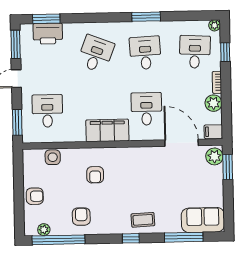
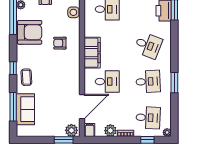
armchair: (81, 217) -> (30, 32), width x1.88, depth x1.88
sofa: (203, 220) -> (25, 109), moved

